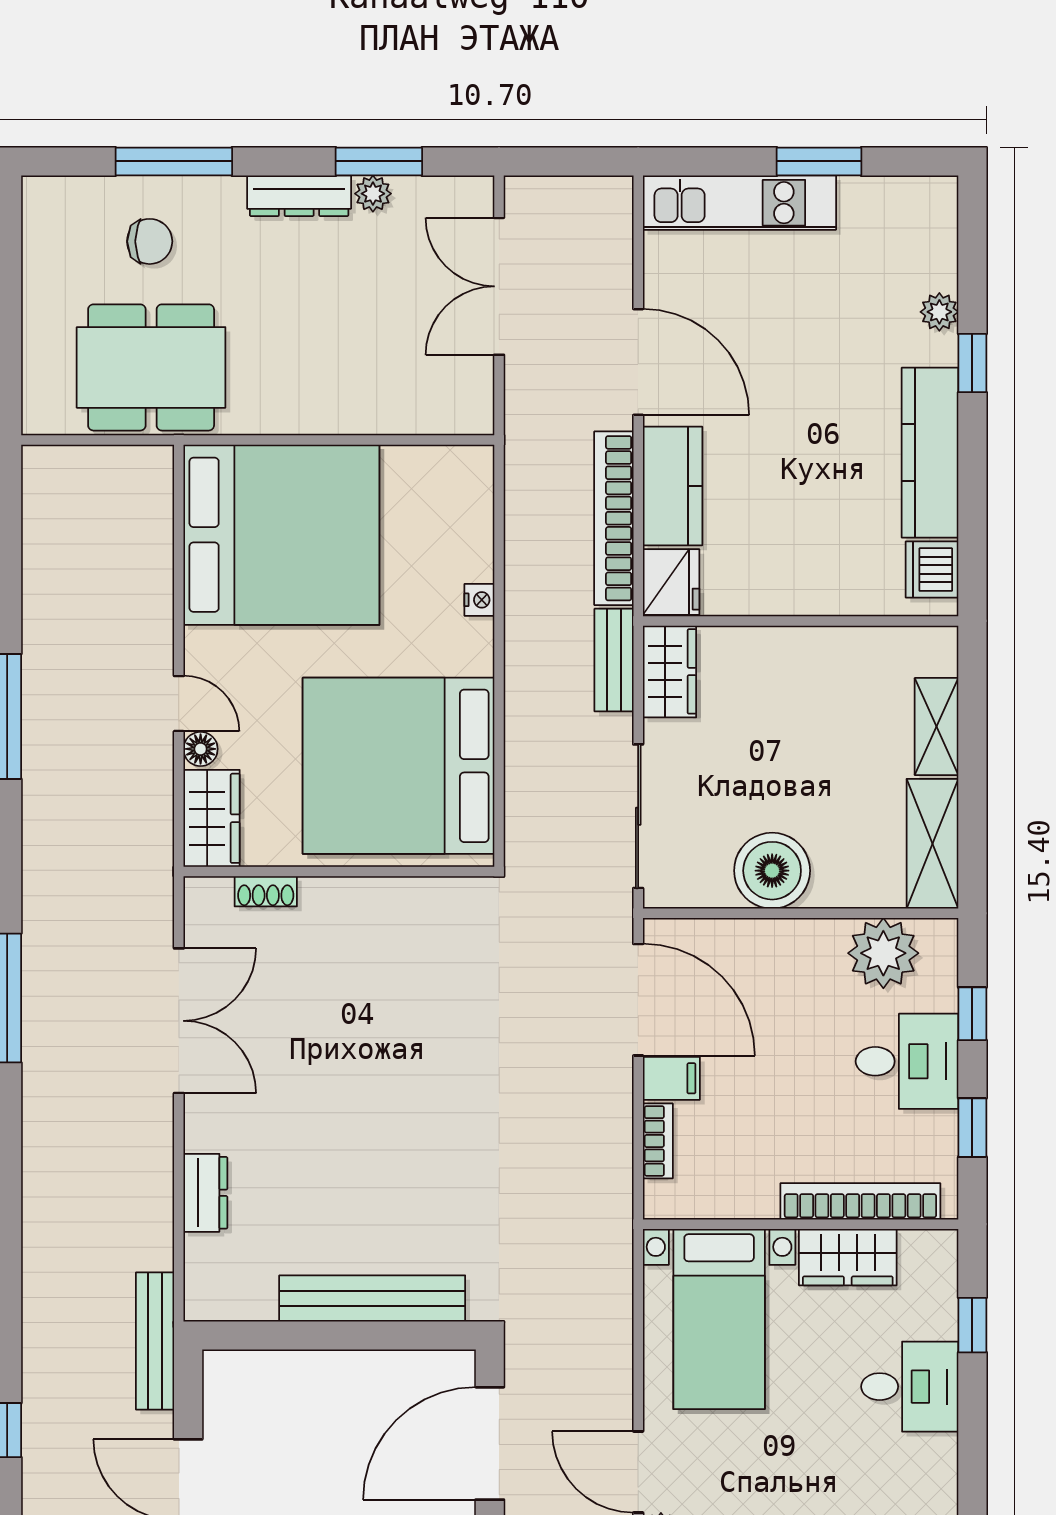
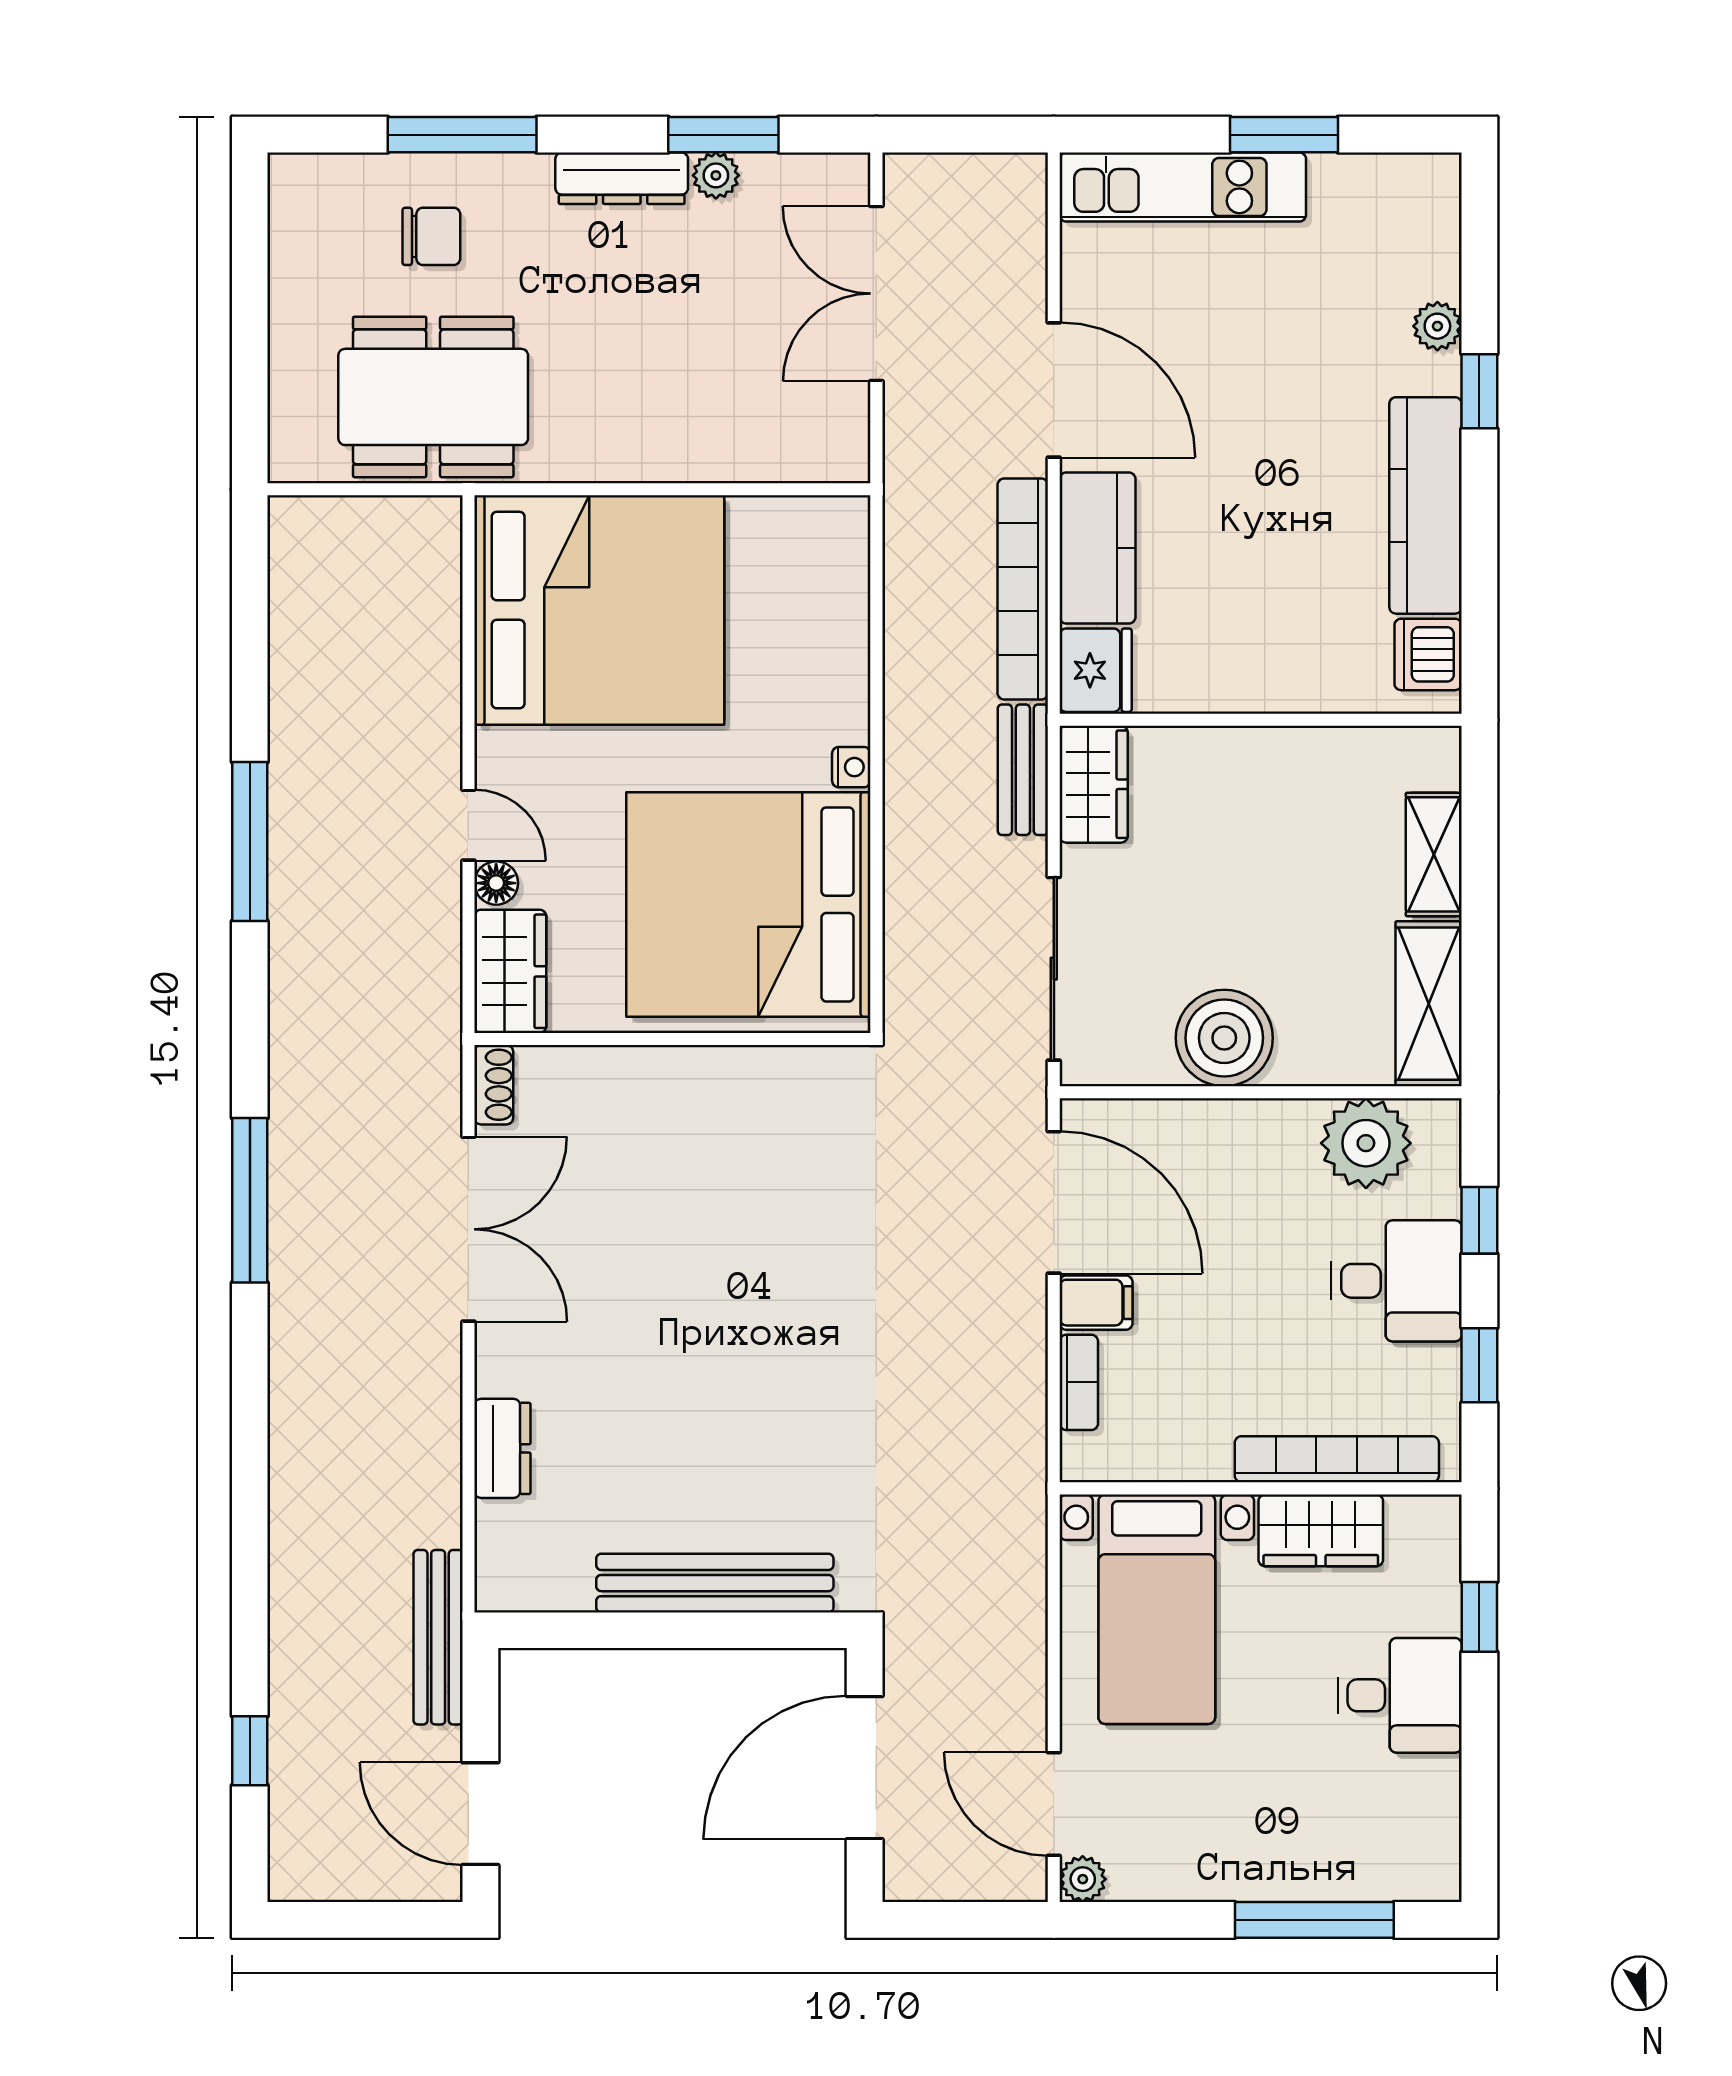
nightstand: (479, 600) -> (851, 767), moved
shoe rack: (266, 891) -> (494, 1085), moved, turned -90

